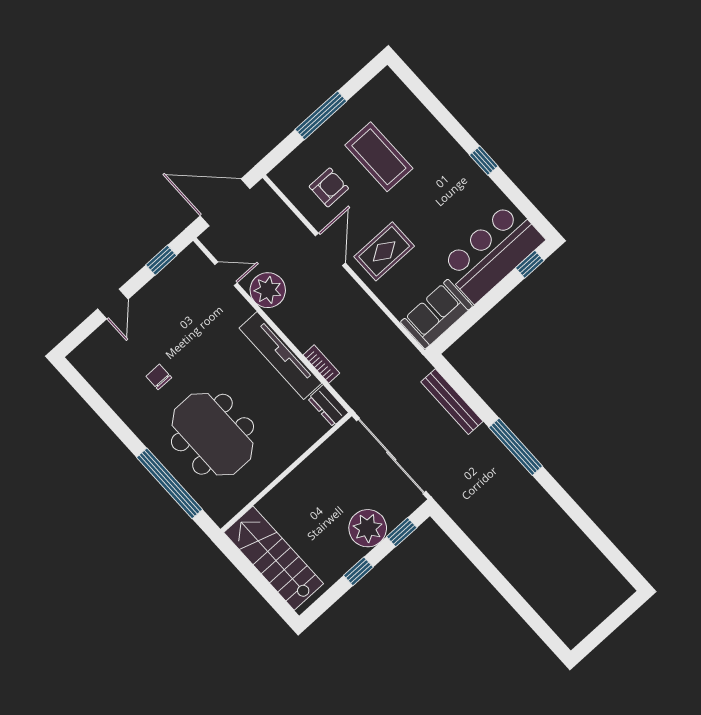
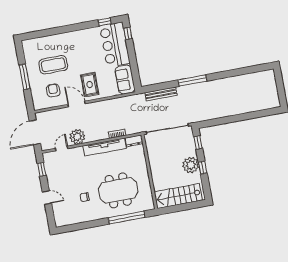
window: (484, 161) -> (104, 22), moved
plant: (368, 528) -> (191, 165), moved

